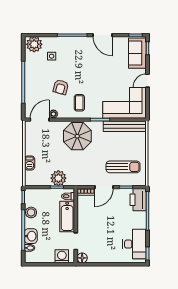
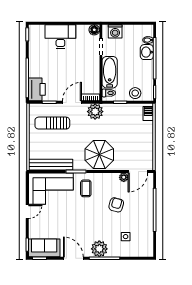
plant: (34, 44) -> (99, 249), moved
sofa: (137, 53) -> (44, 248), moved, turned -90
coffee table: (79, 103) -> (86, 188), moved
barbecue: (30, 163) -> (148, 114), moved
plant: (58, 178) -> (95, 112), moved
stool: (31, 212) -> (135, 93), moved
desk: (135, 244) -> (60, 37), moved, turned 90

